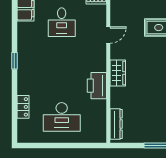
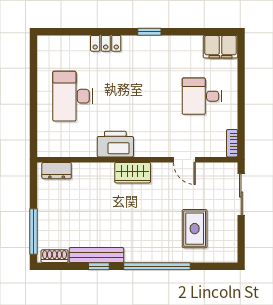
locker: (23, 107) -> (106, 43), moved
dresser: (116, 124) -> (57, 171), width x0.70

